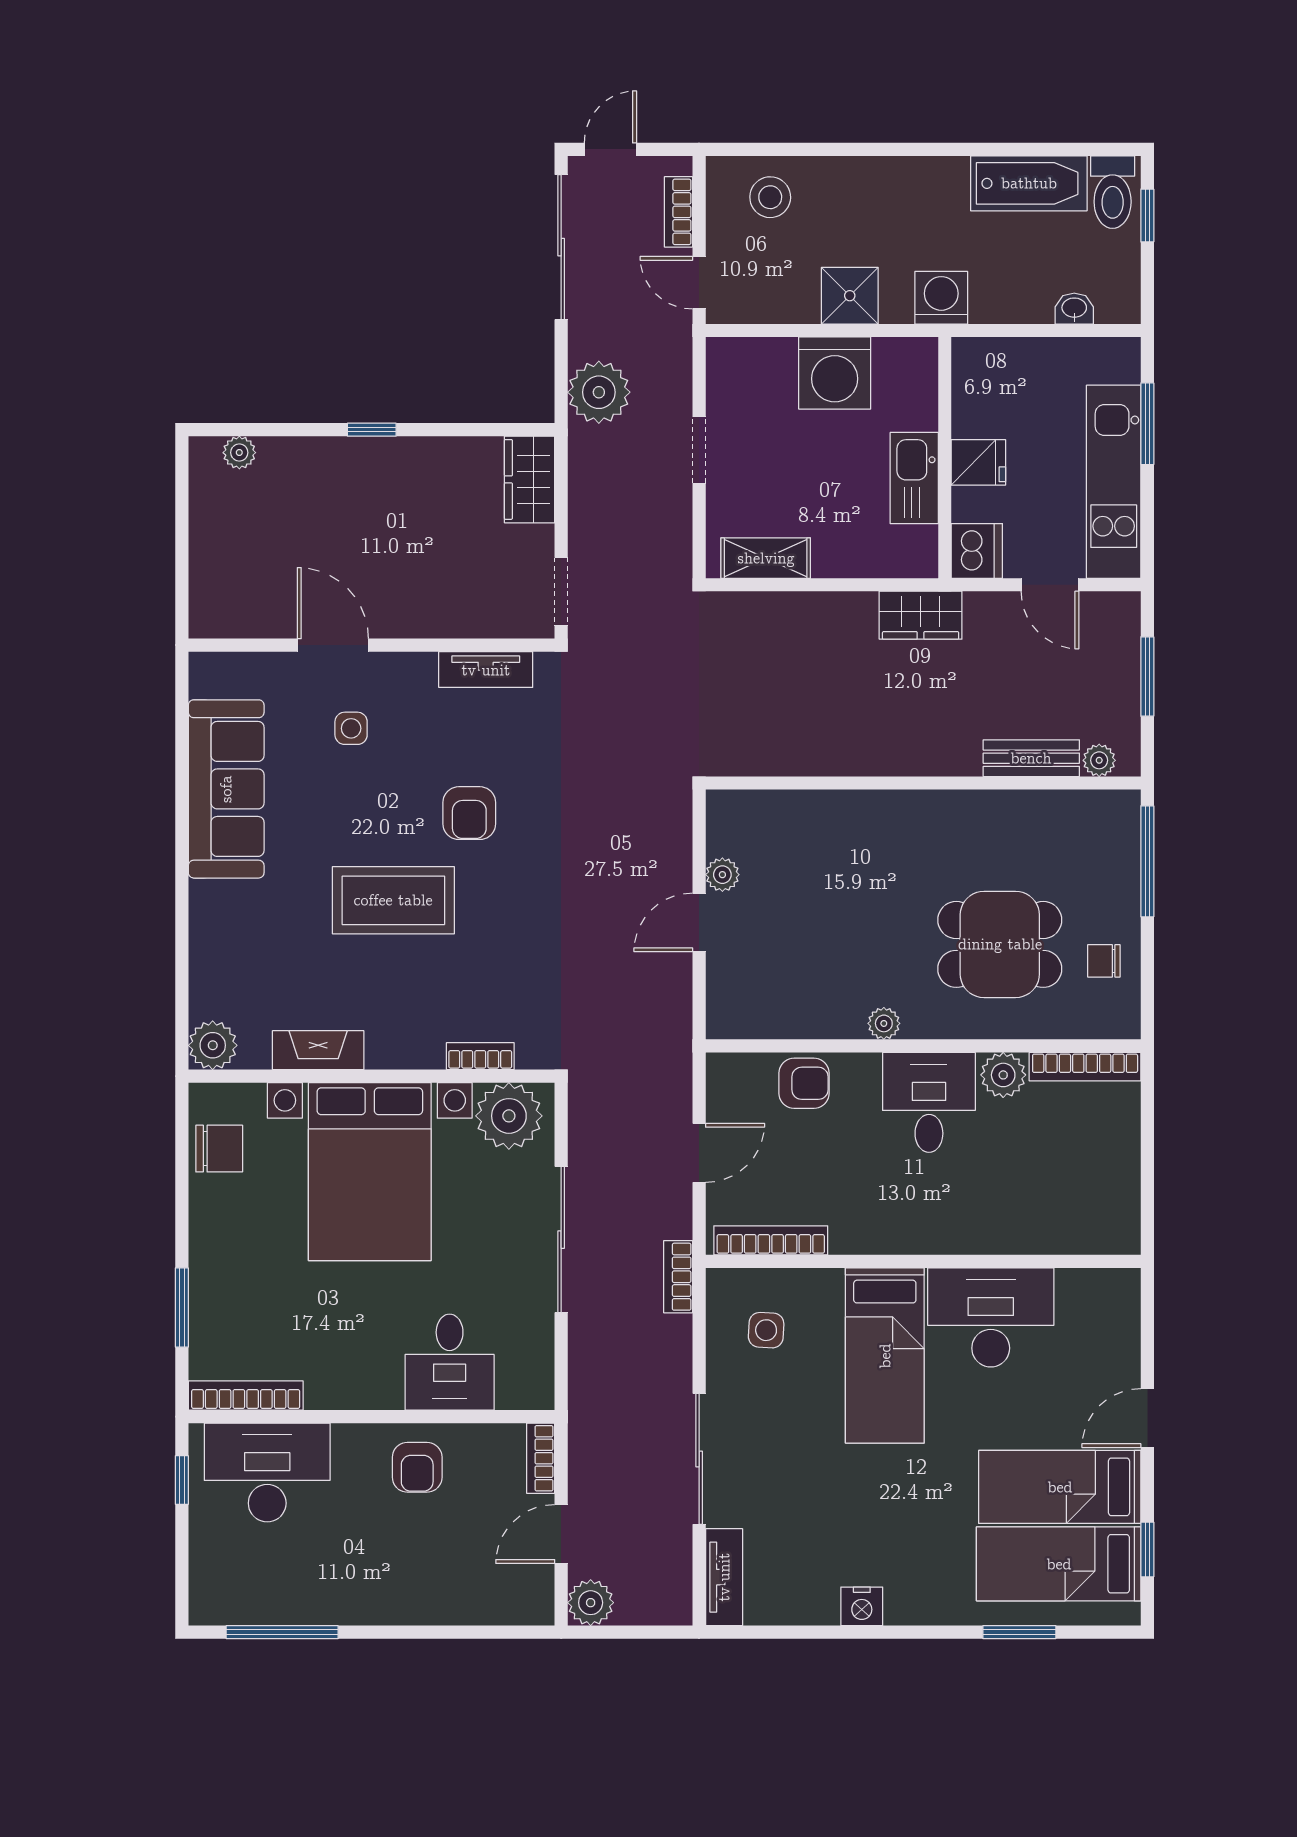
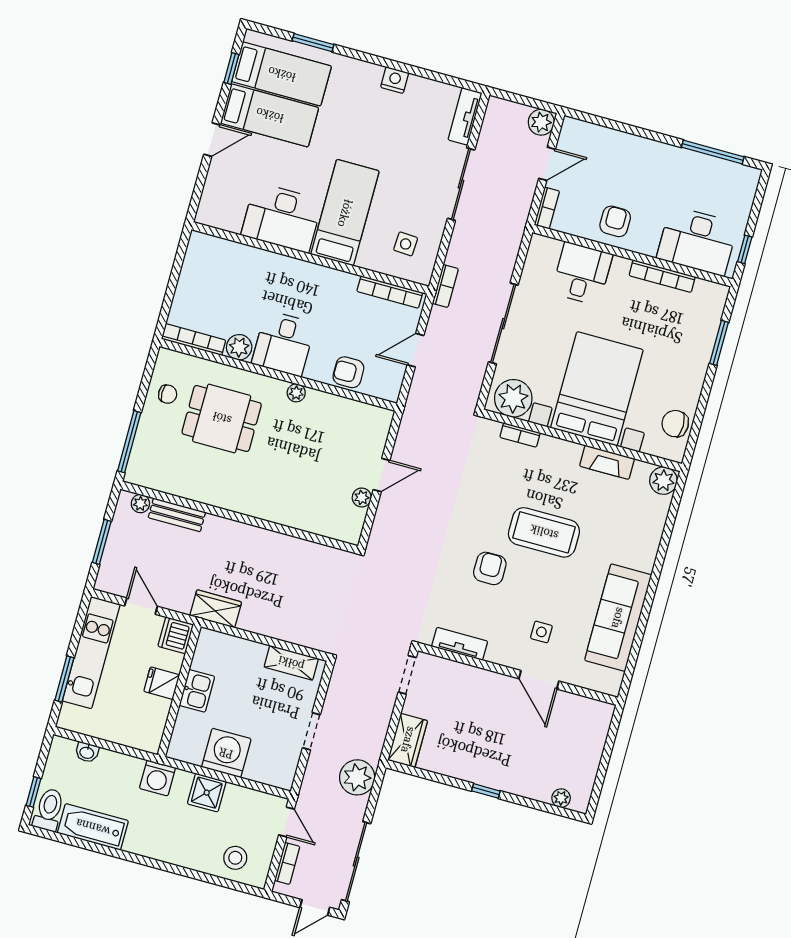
kitchen sink: (914, 478) -> (197, 691), width x0.73
bookcase: (246, 1395) -> (662, 276), moved

